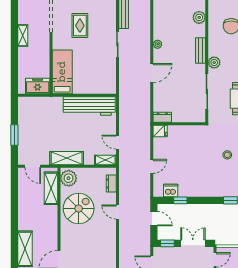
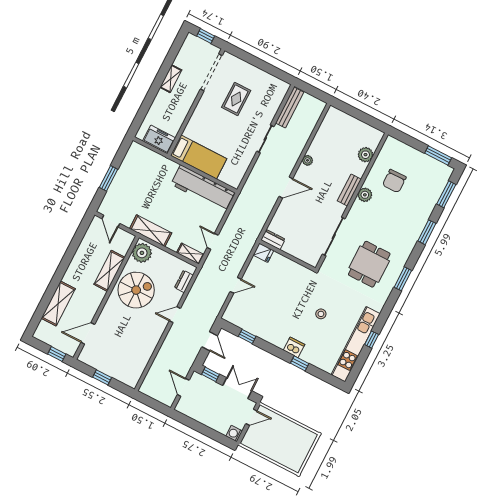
plant: (214, 63) -> (365, 195), moved
bed: (62, 72) -> (199, 157), moved, turned 90
shelving: (51, 188) -> (109, 271), moved
dishwasher: (171, 190) -> (294, 347), moved
door: (117, 212) -> (175, 315), hinge flipped

